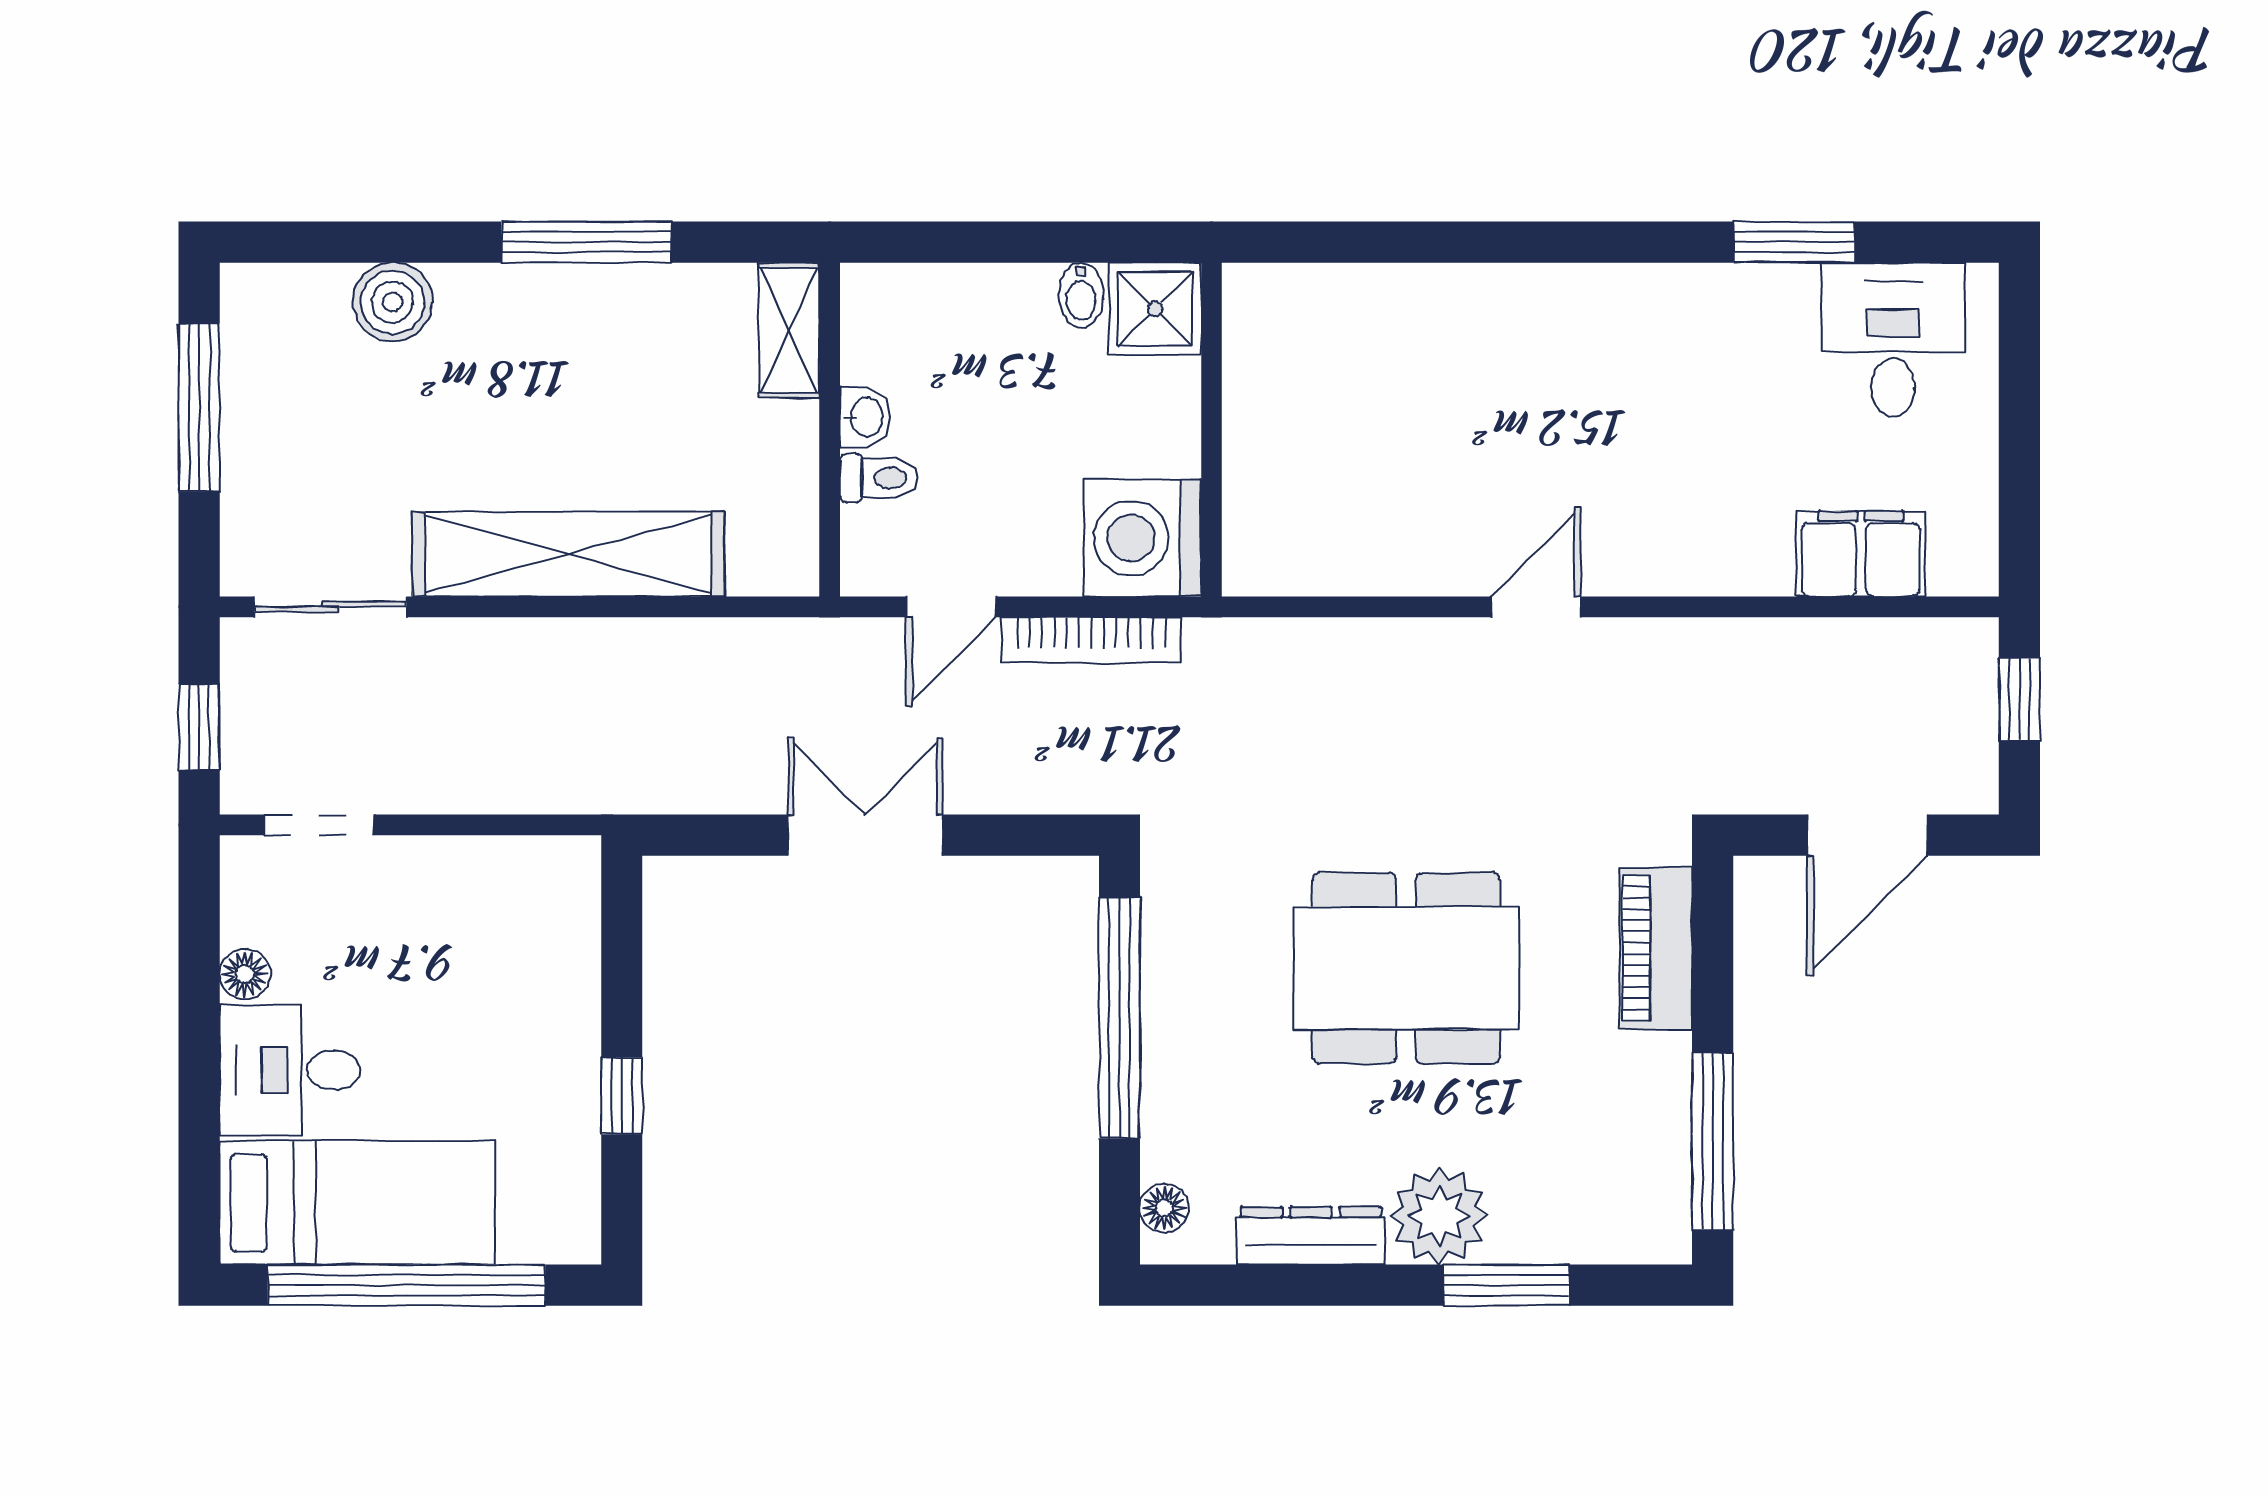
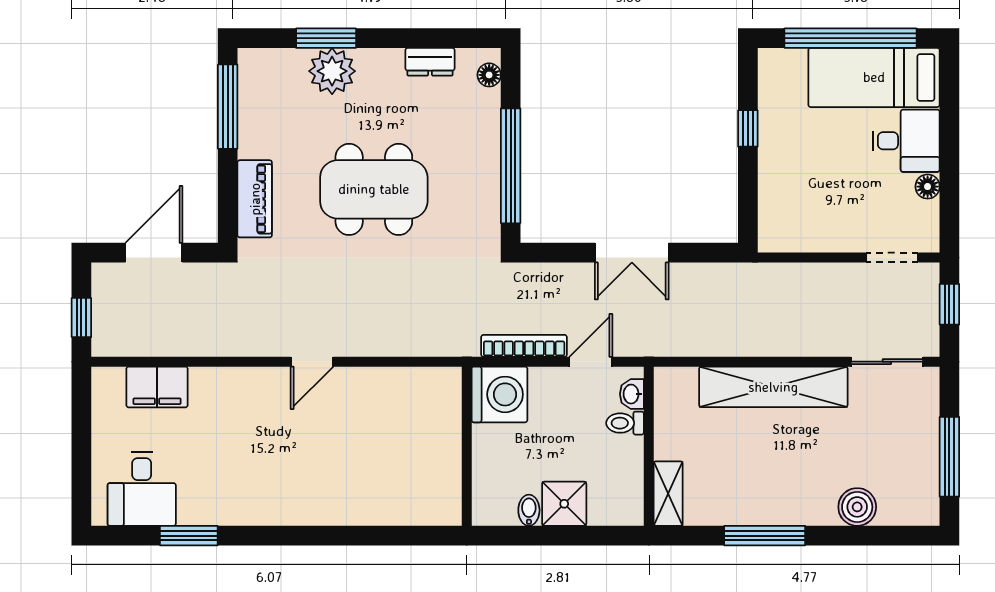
shower: (1155, 309) -> (564, 504), moved
washbasin: (865, 417) -> (632, 394), moved
plant: (1439, 1216) -> (332, 71), moved
dresser: (1311, 1236) -> (430, 62), width x0.70

